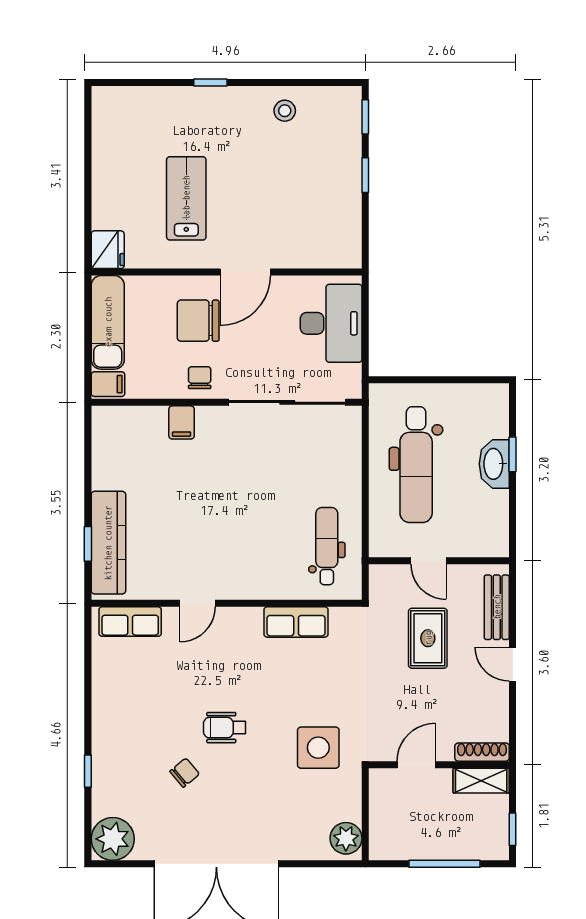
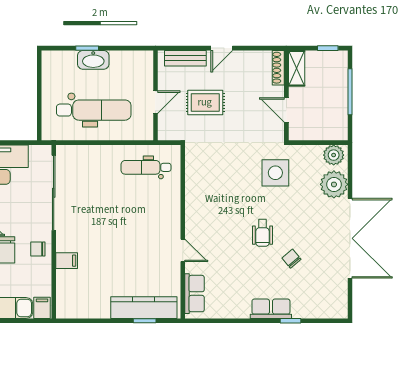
row of seats: (296, 622) -> (271, 309), moved, turned -90
plant: (113, 839) -> (334, 184), moved

